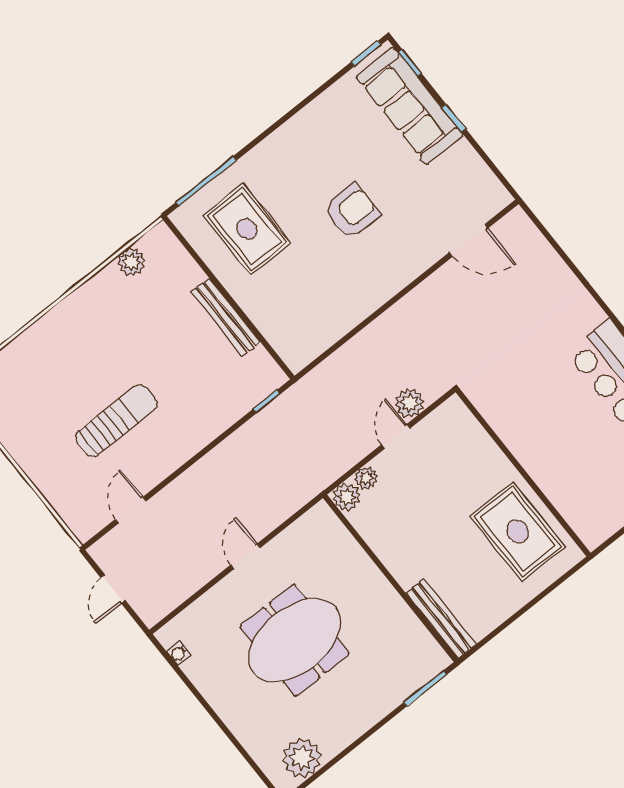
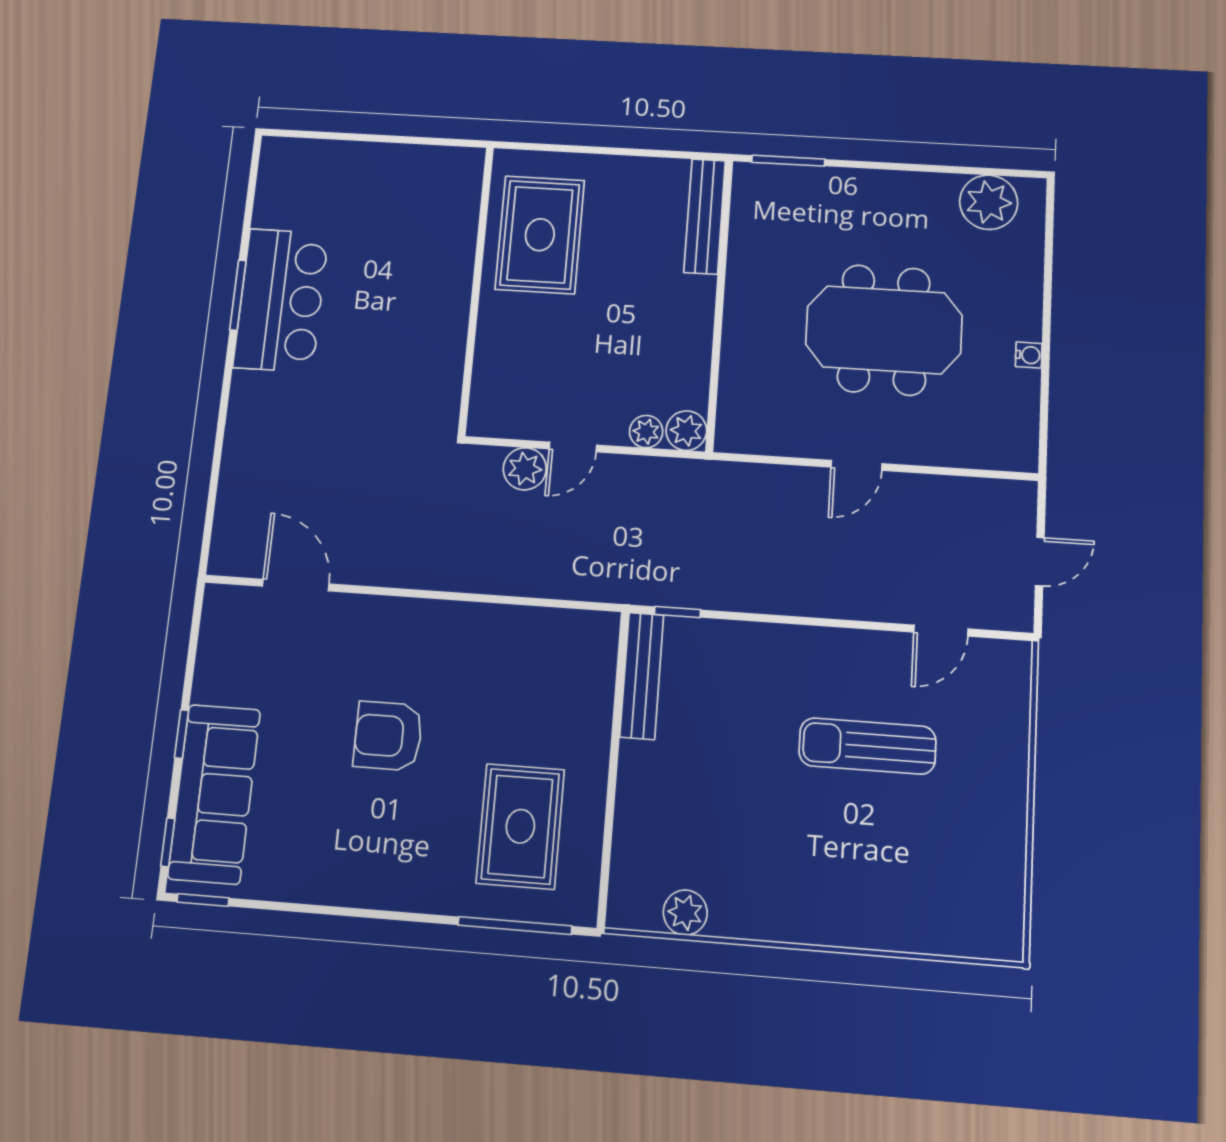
bench: (226, 317) -> (642, 676), moved
water cooler: (179, 653) -> (1029, 355), moved

